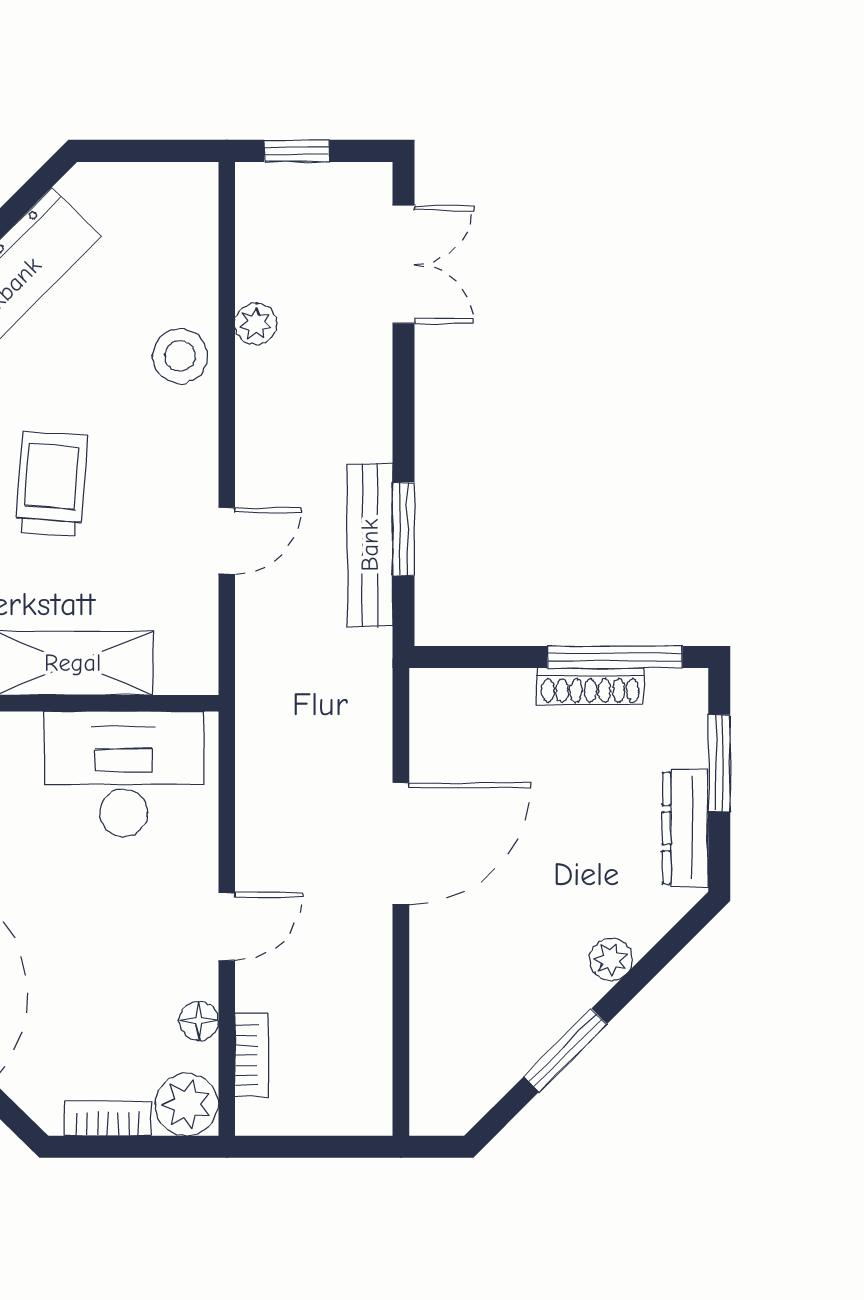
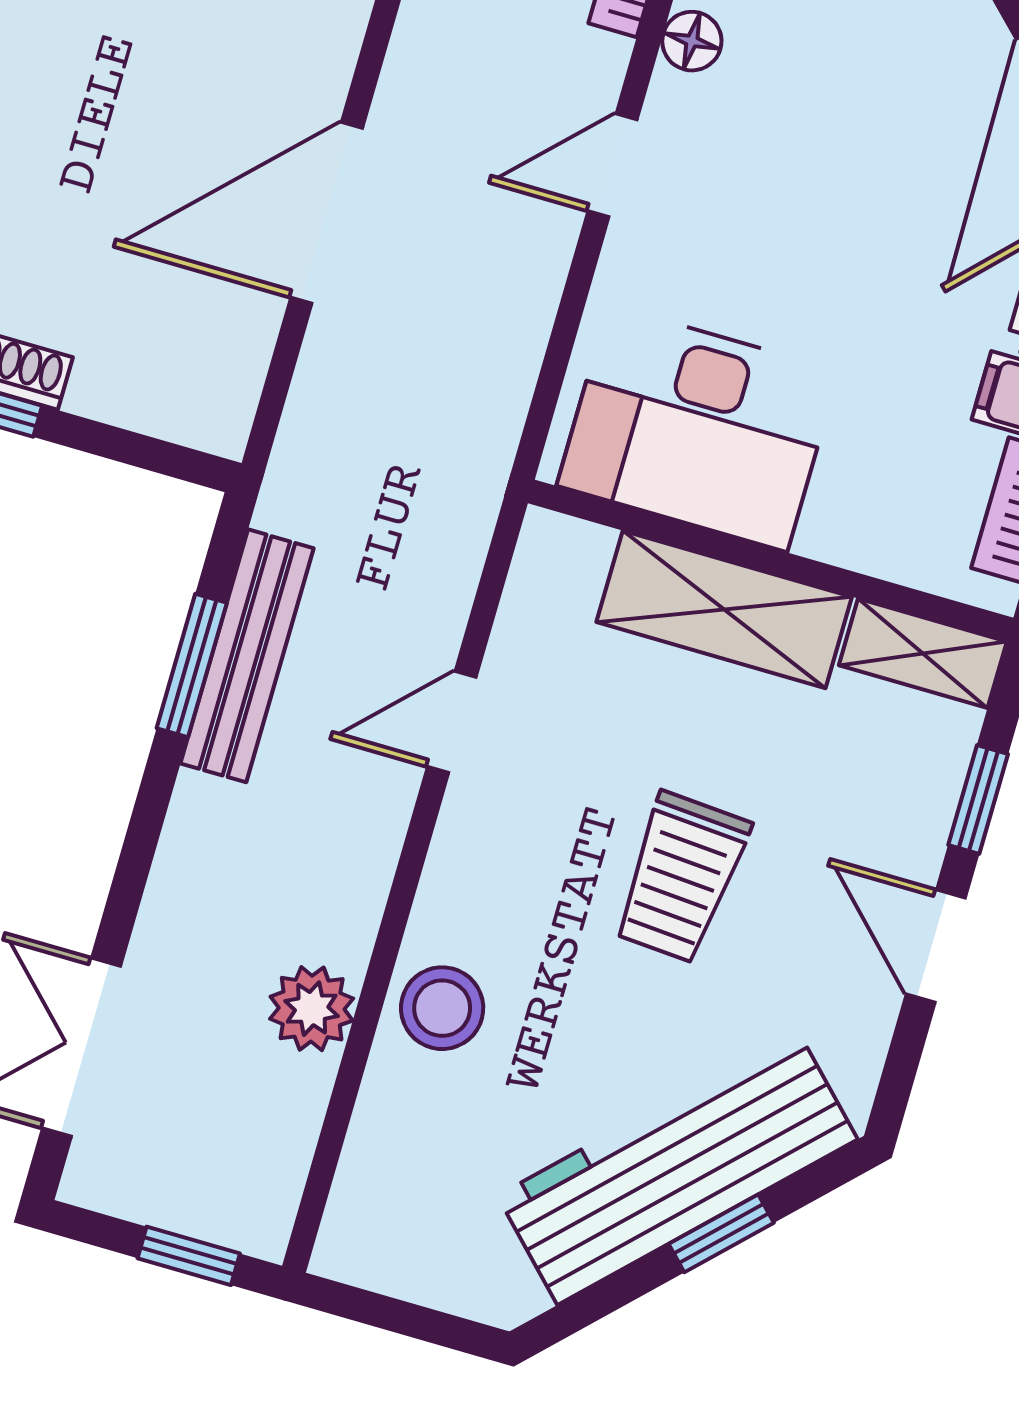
plant: (256, 324) -> (312, 1009), width x1.38, depth x1.38

